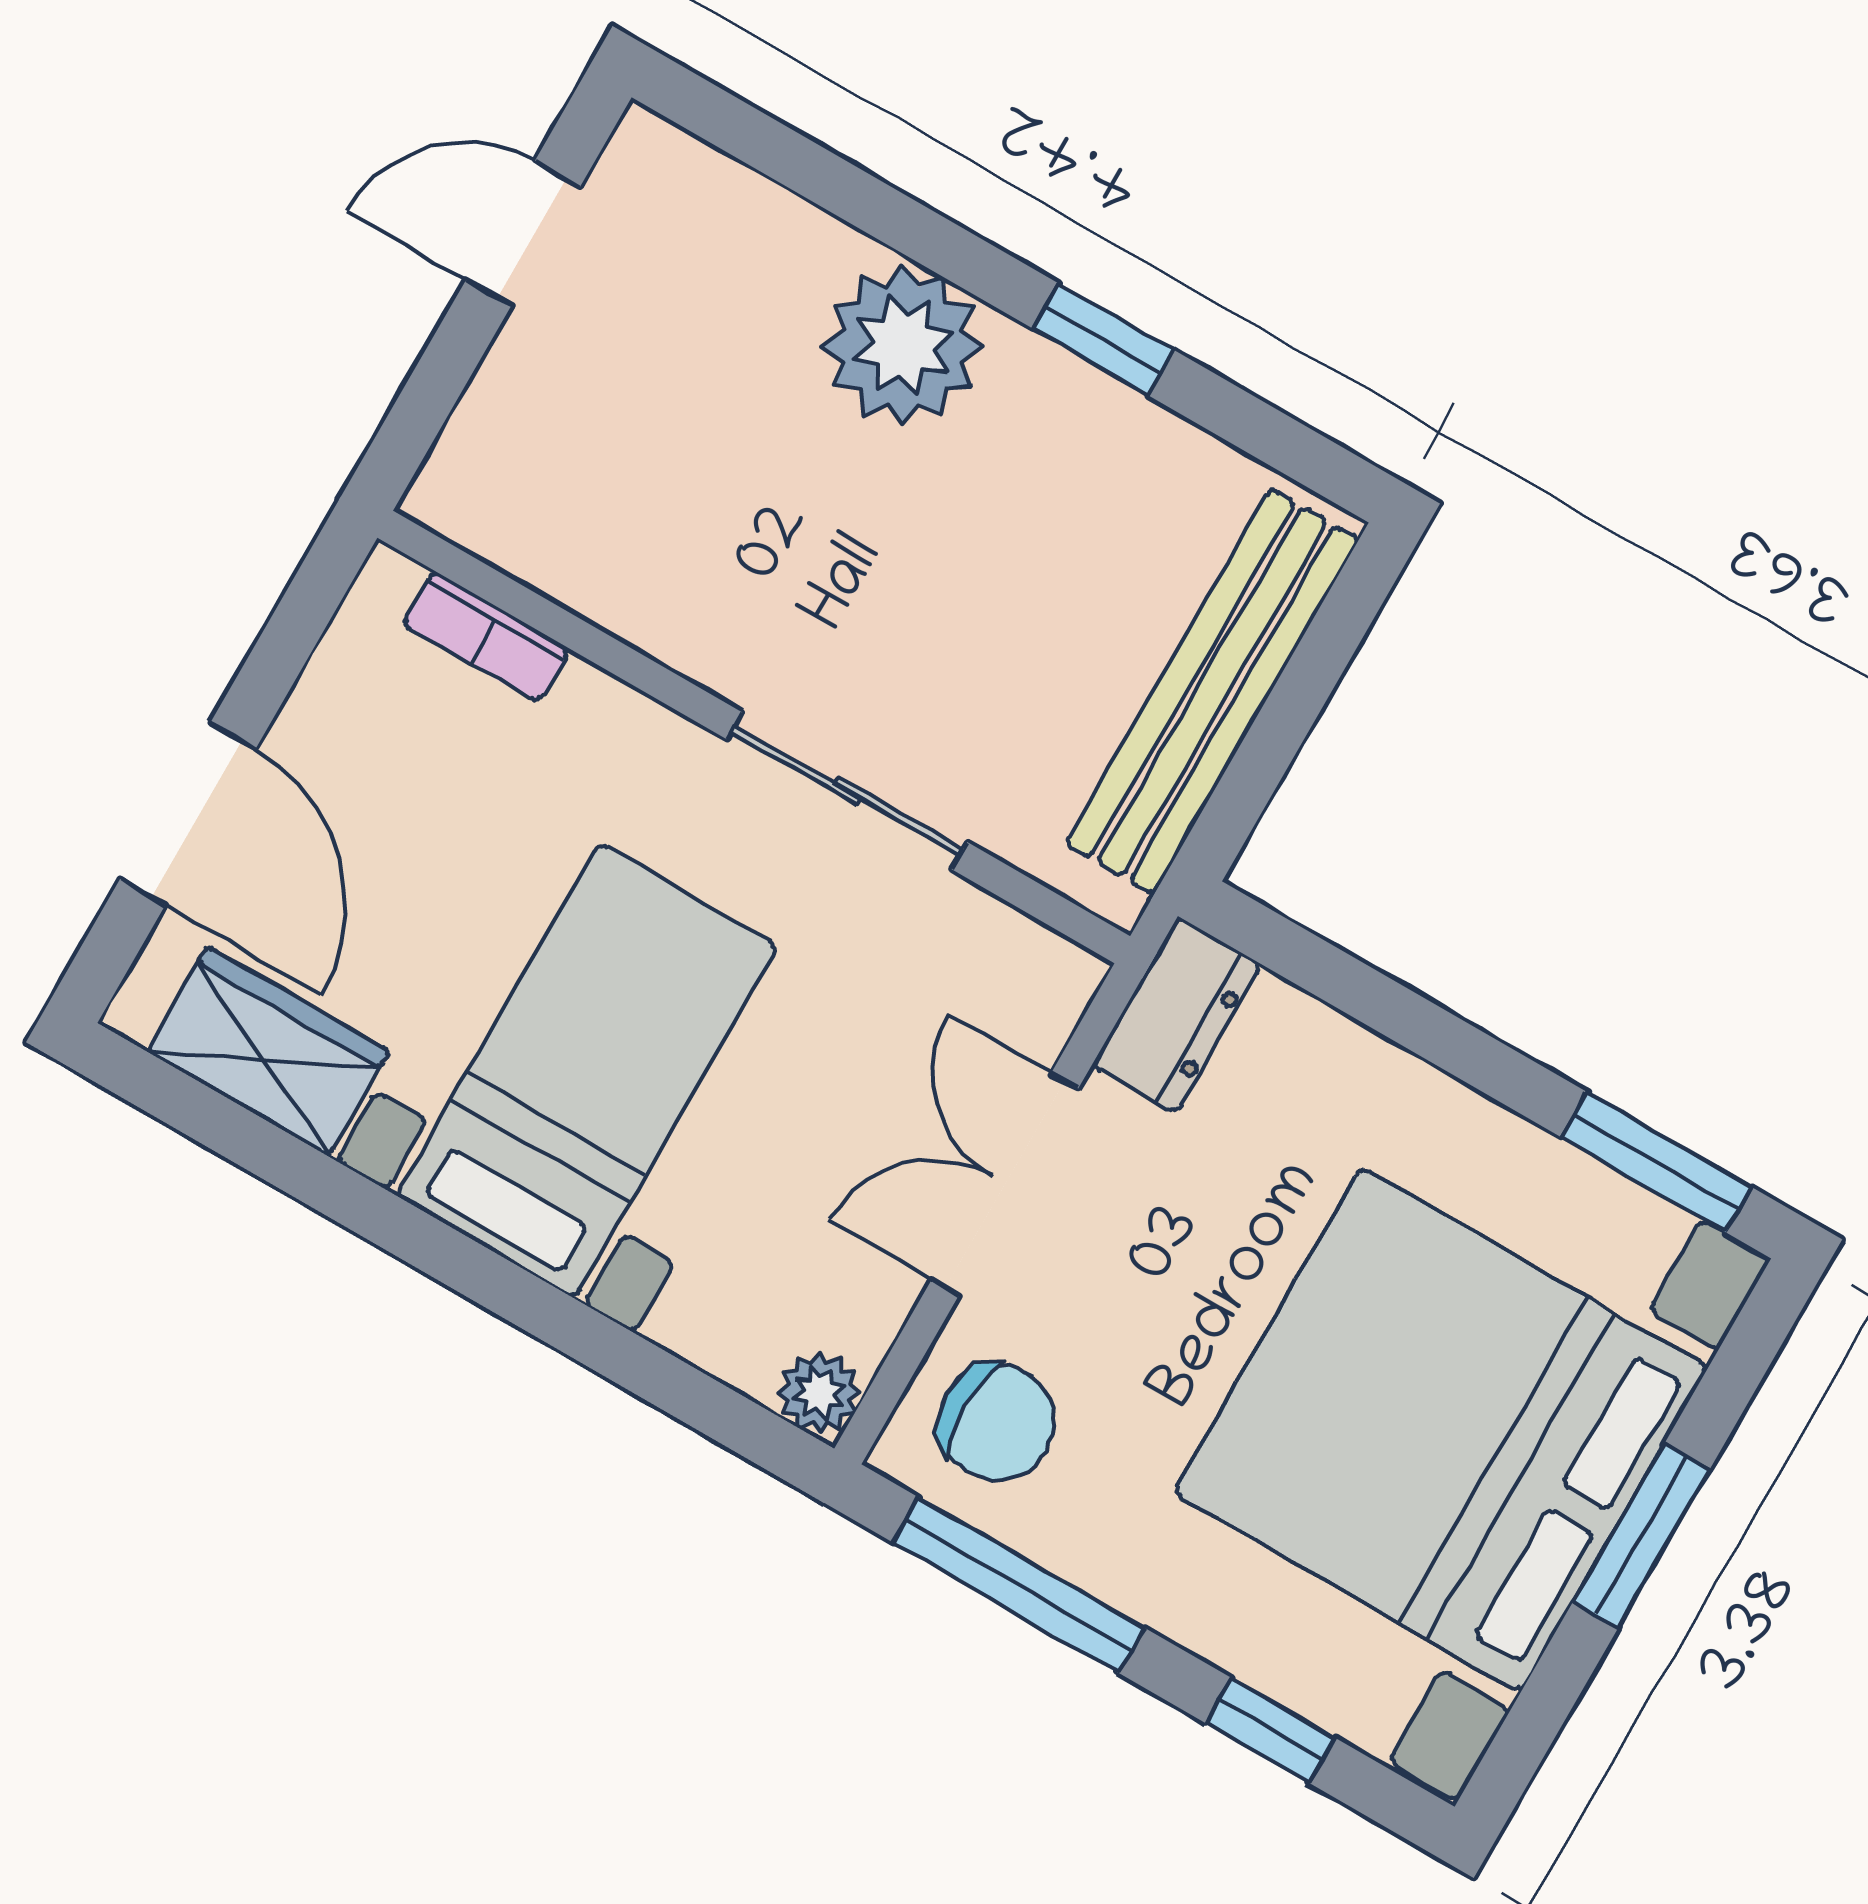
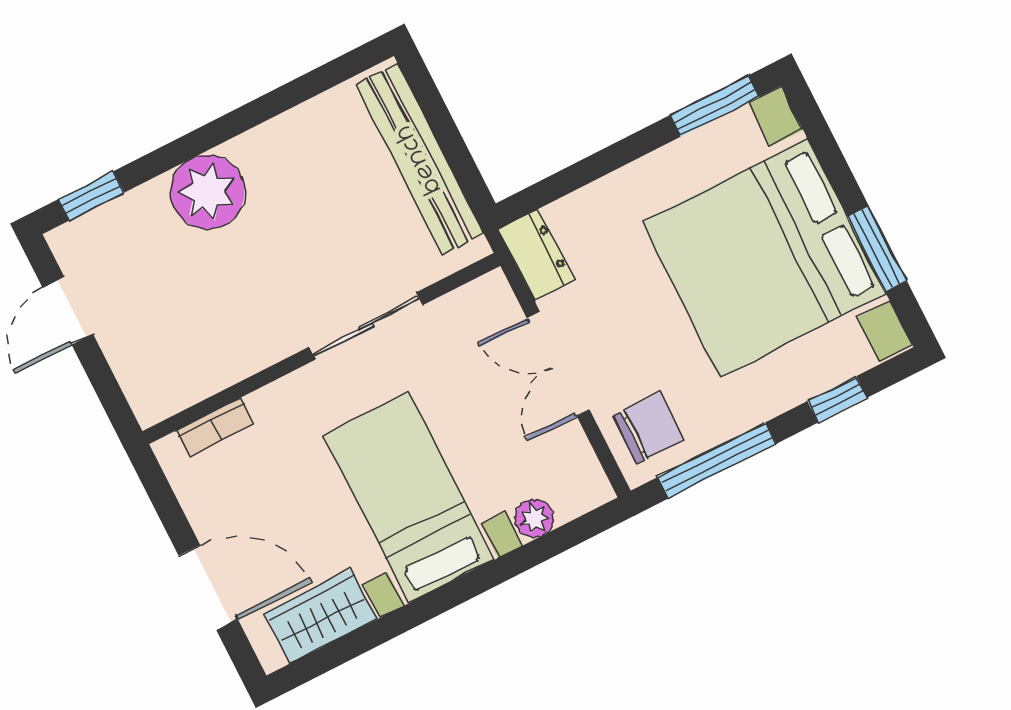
window: (1103, 339) -> (91, 196), moved
plant: (819, 1393) -> (534, 518), moved
window: (1641, 1536) -> (877, 249), moved

